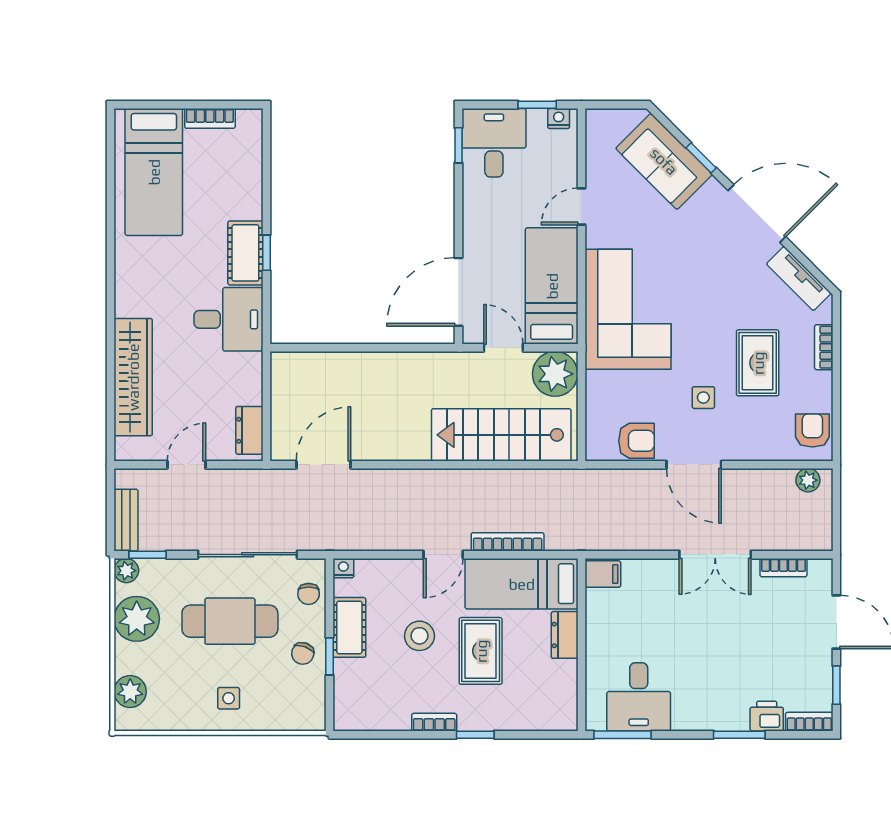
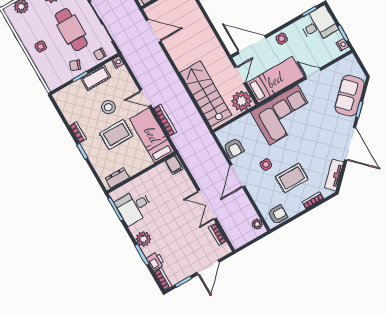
side table: (480, 228) -> (282, 39), added
dresser: (565, 635) -> (117, 178), moved
plant: (711, 714) -> (143, 239), added

